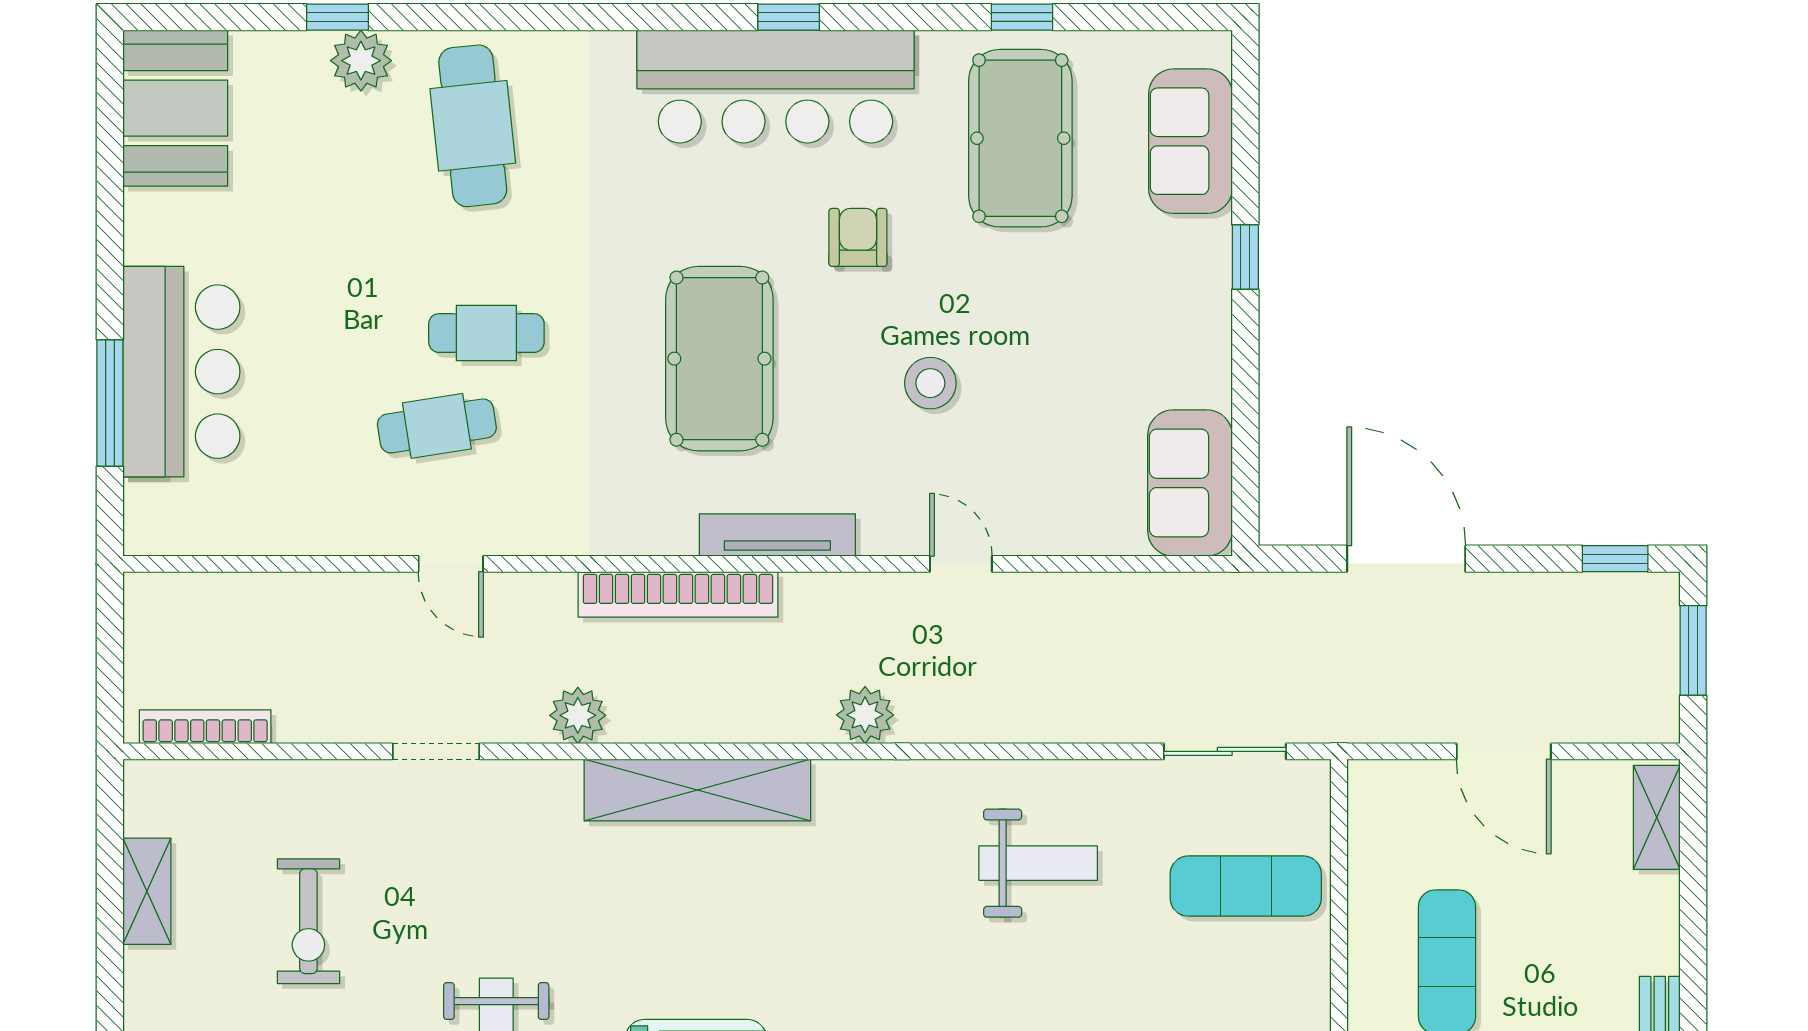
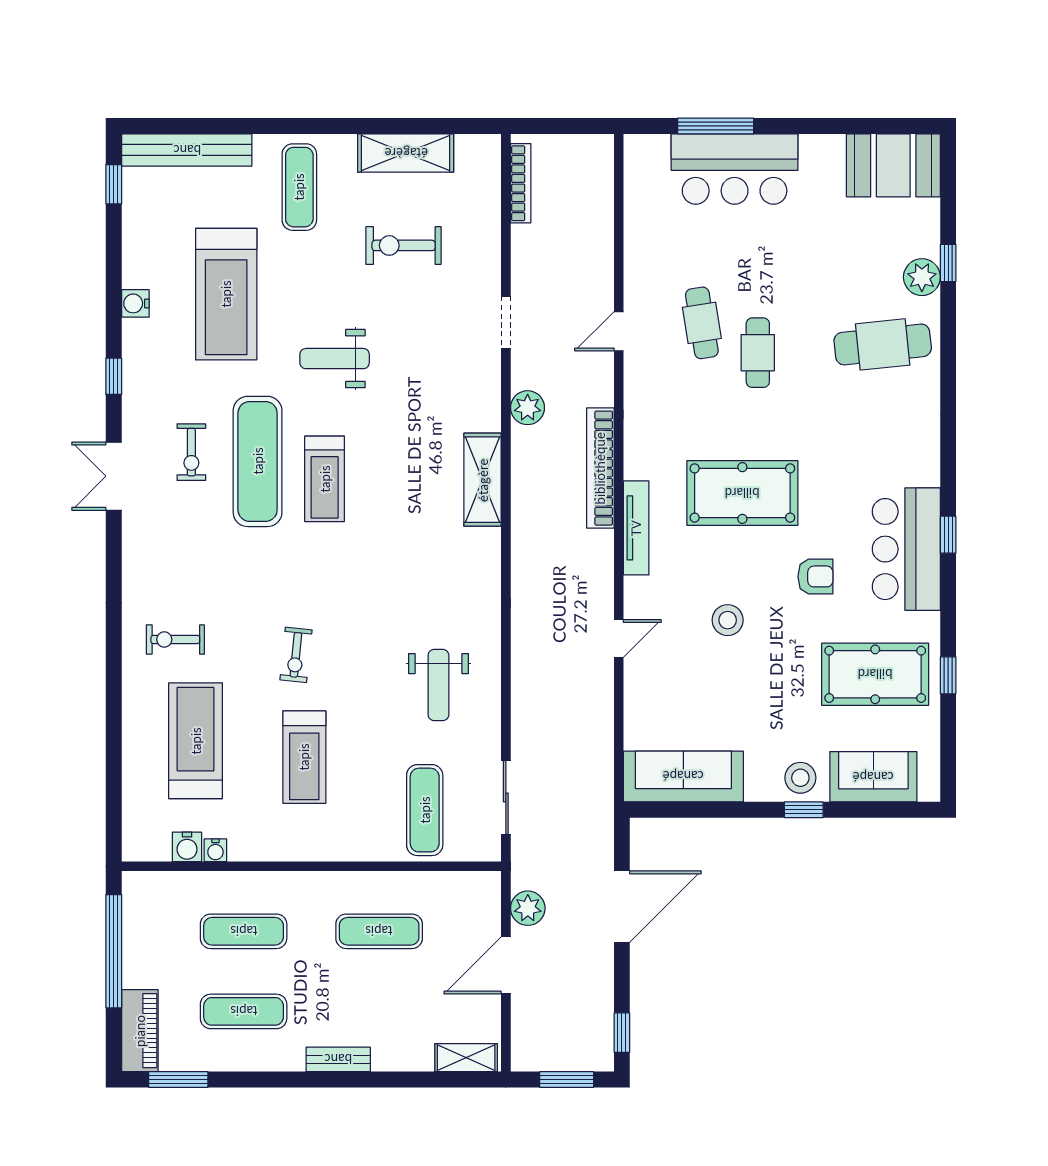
bar counter: (775, 87) -> (906, 549), width x0.73
stool: (1192, 262) -> (800, 778), added
sofa: (1190, 483) -> (683, 776), width x1.36
plant: (865, 715) -> (528, 908), moved
shelving: (697, 790) -> (483, 480), width x0.68
shelving: (147, 891) -> (406, 153), width x1.50, depth x1.33

